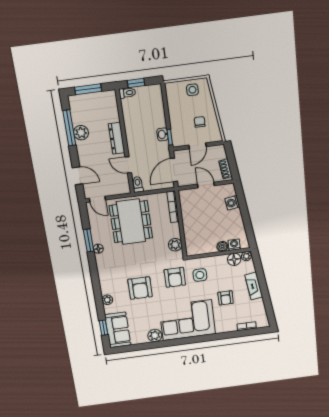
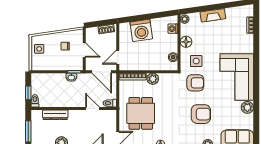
dresser: (117, 138) -> (55, 115), moved
door: (128, 165) -> (93, 109), swing flipped
door: (206, 185) -> (118, 57), moved
washing machine: (232, 203) -> (141, 30), width x1.89, depth x1.89
dining table: (131, 222) -> (141, 113), width x0.73
plant: (175, 245) -> (153, 79), moved
boiler: (222, 246) -> (173, 57), moved
floor lamp: (234, 259) -> (186, 42), moved
armchair: (226, 298) -> (221, 41), removed

